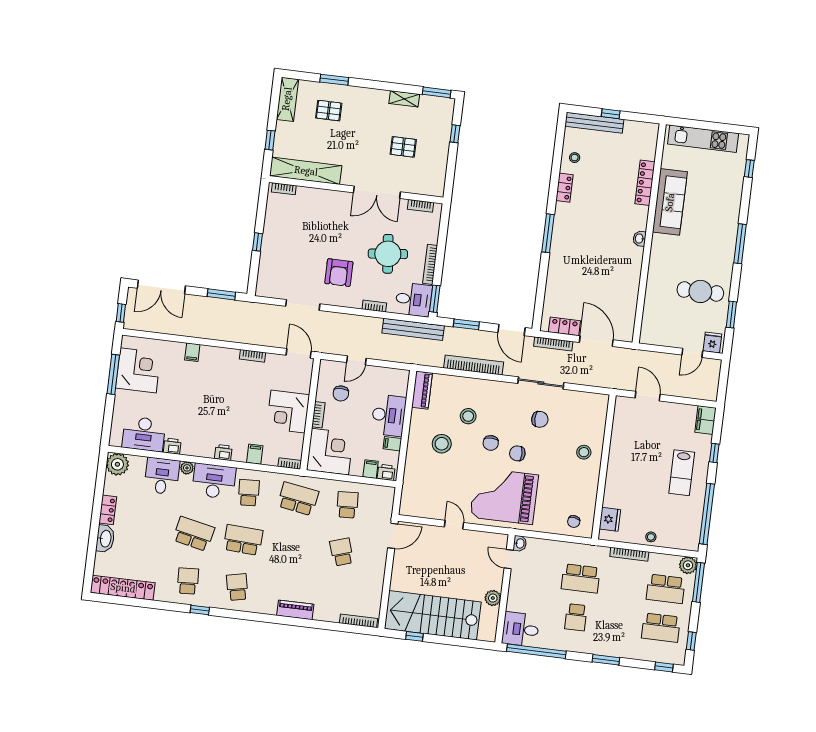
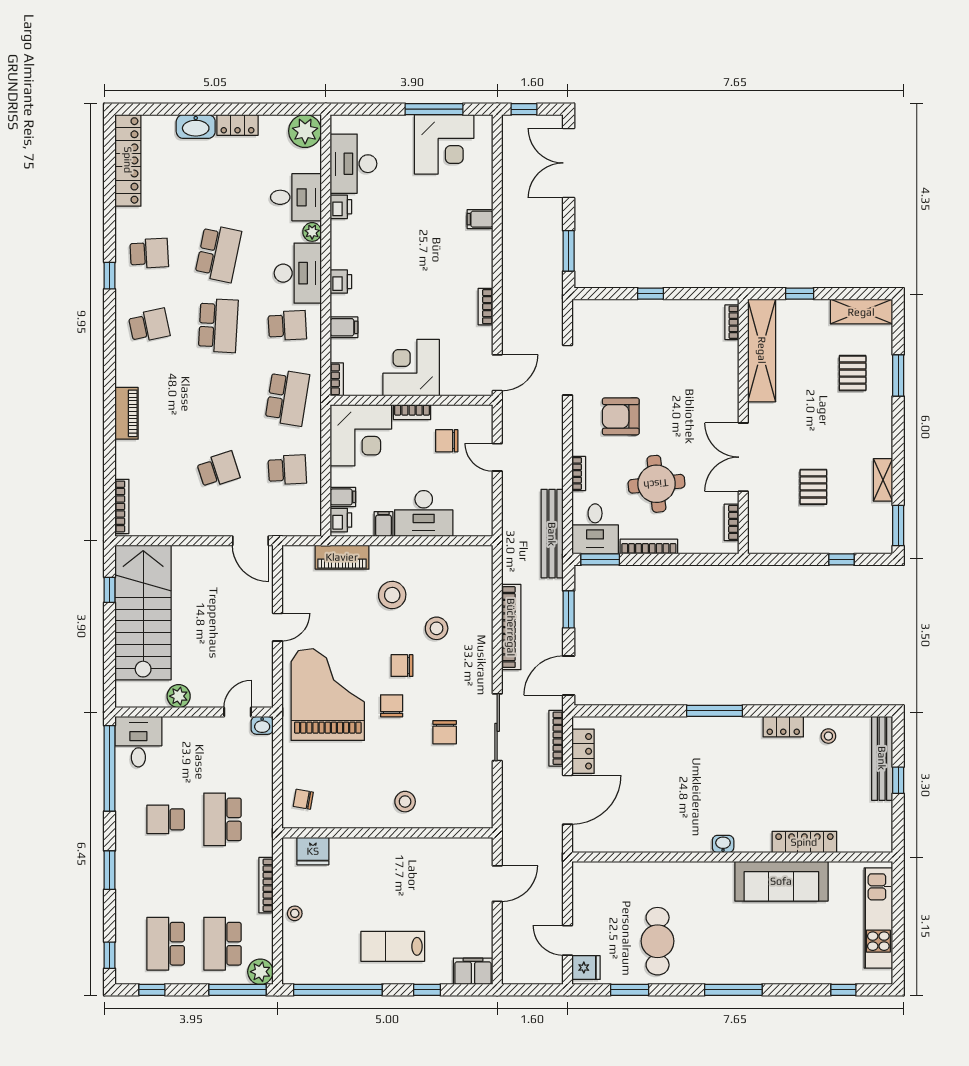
piano: (422, 390) -> (342, 557), moved

